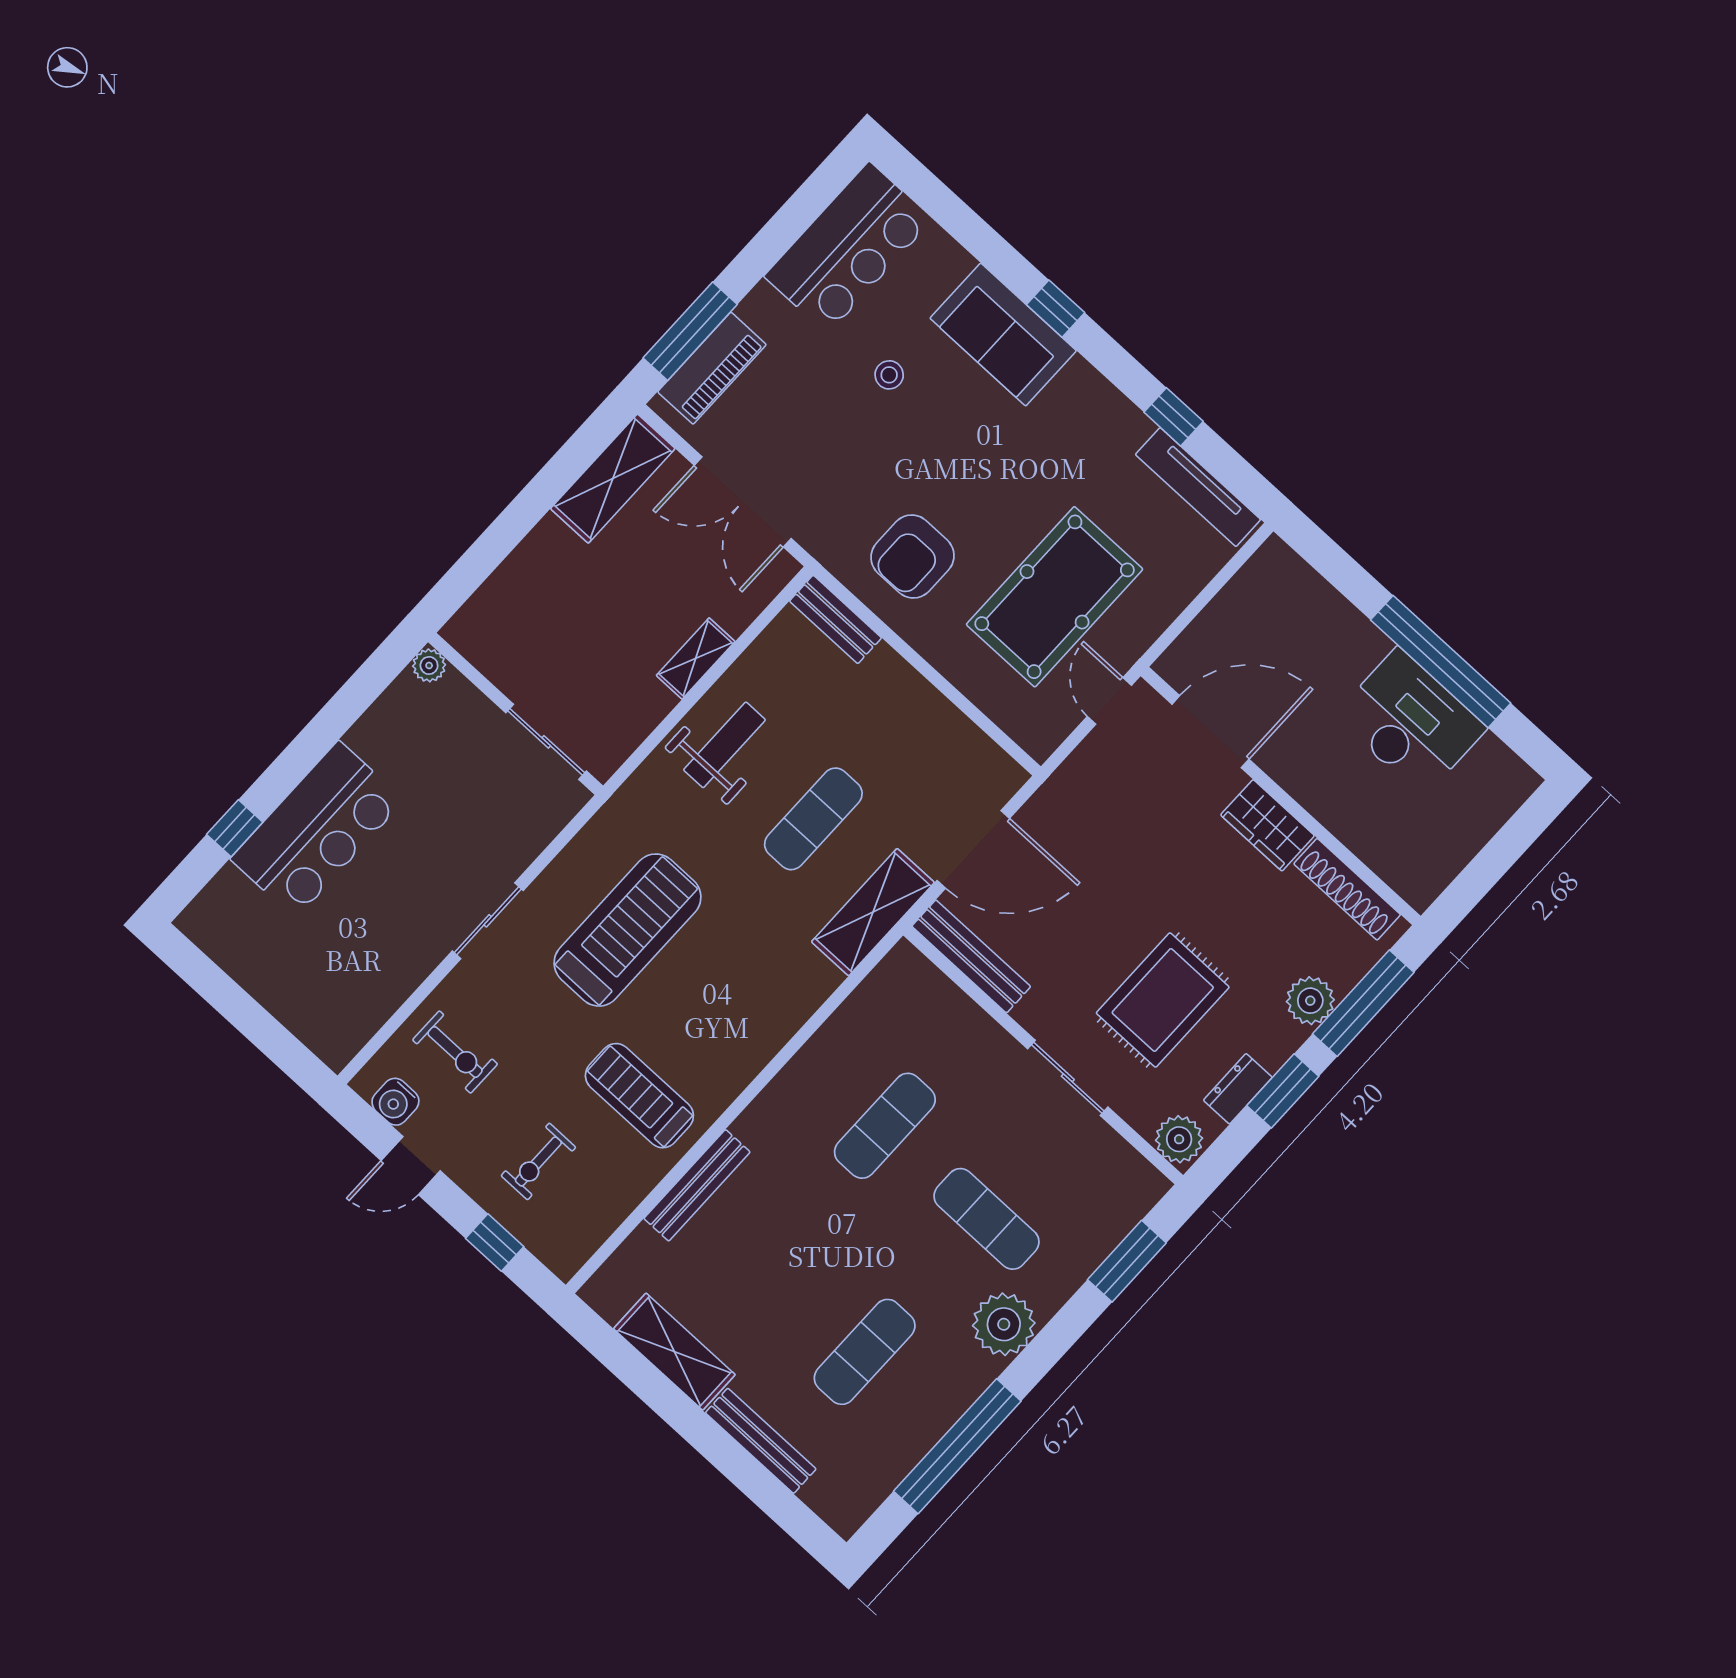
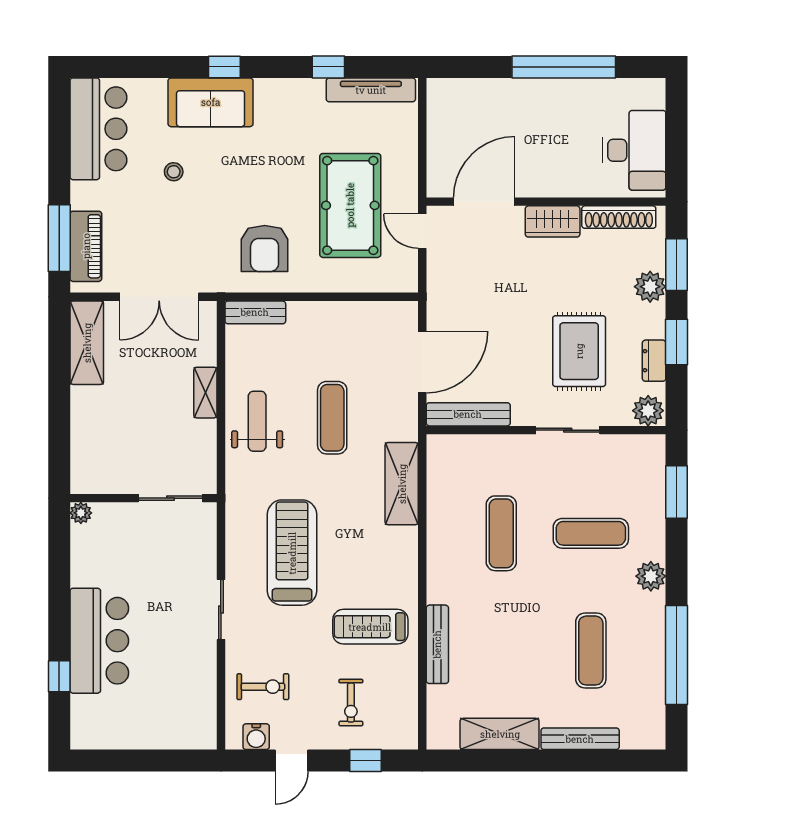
desk: (1410, 722) -> (634, 150), moved, turned 90
shelving: (873, 912) -> (402, 484), moved
window: (1363, 1003) -> (677, 265), width x0.69
plant: (1004, 1324) -> (651, 576), width x0.73, depth x0.73

